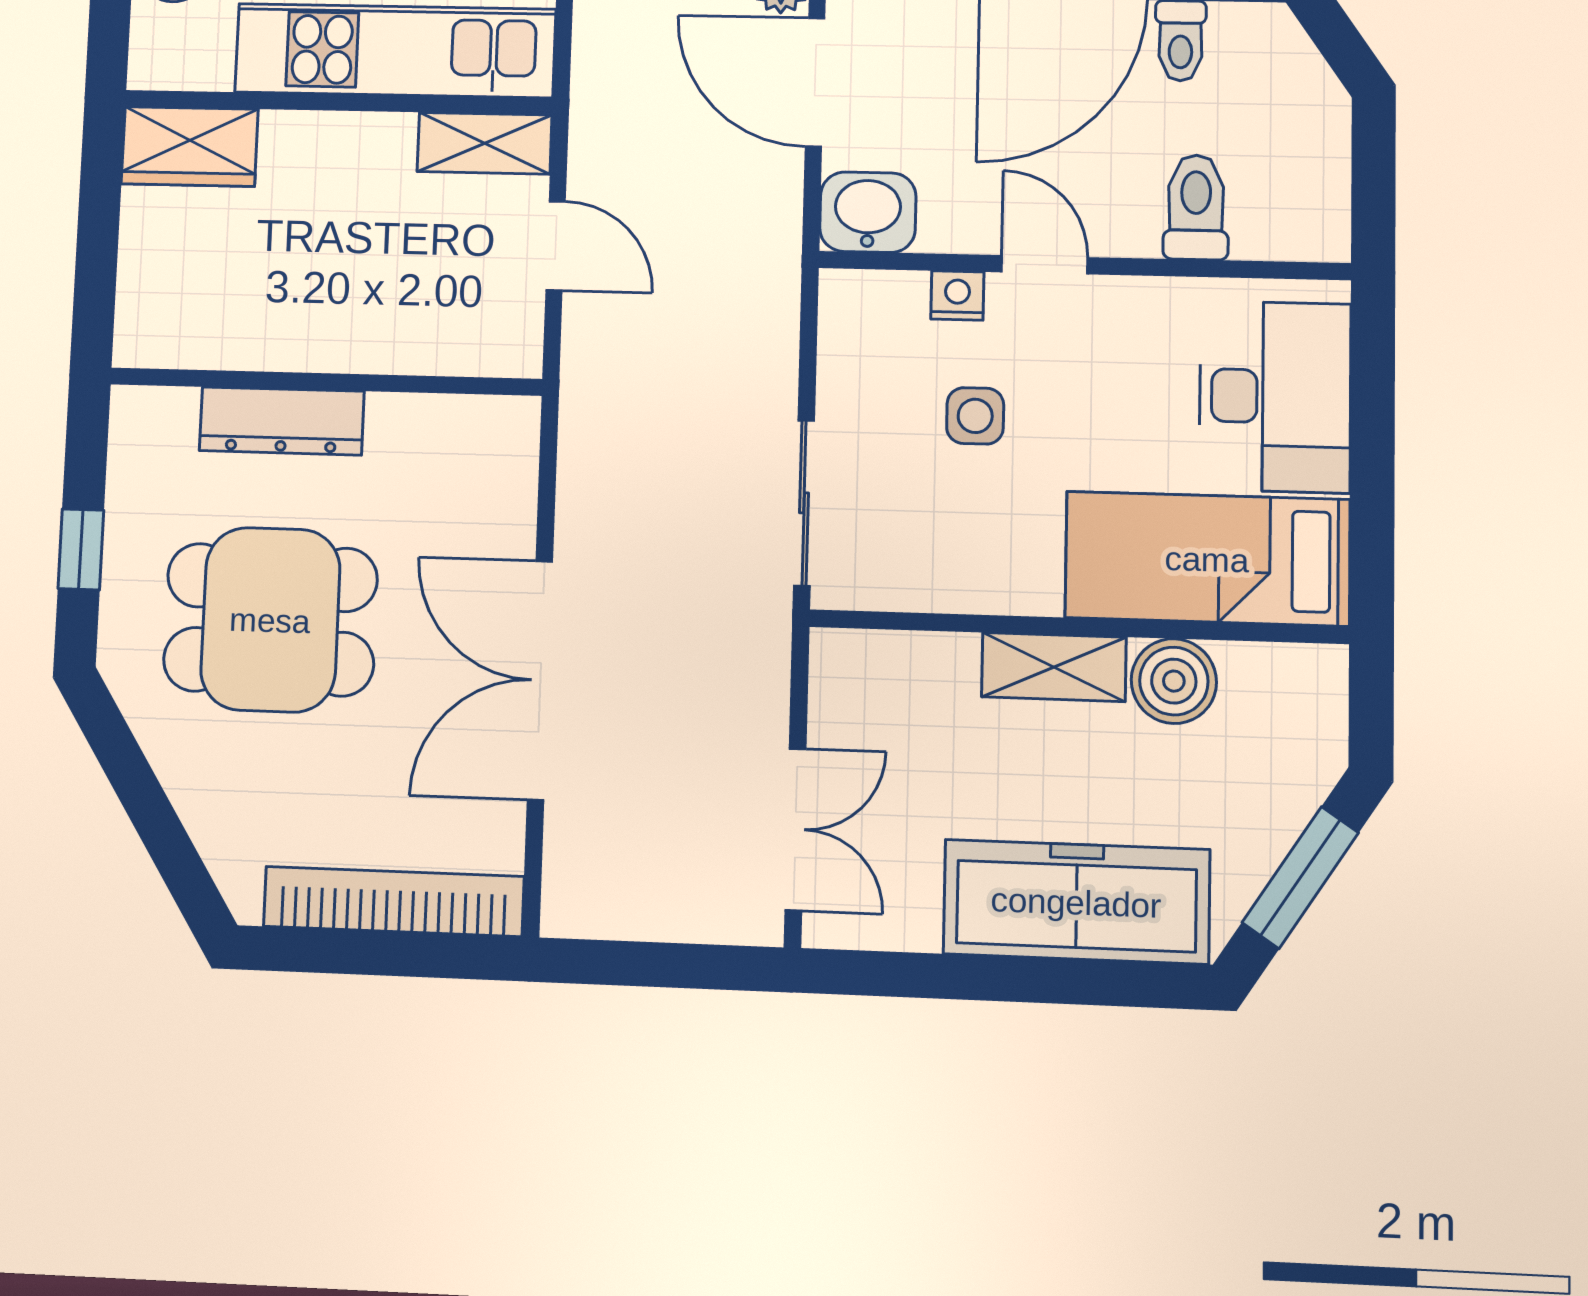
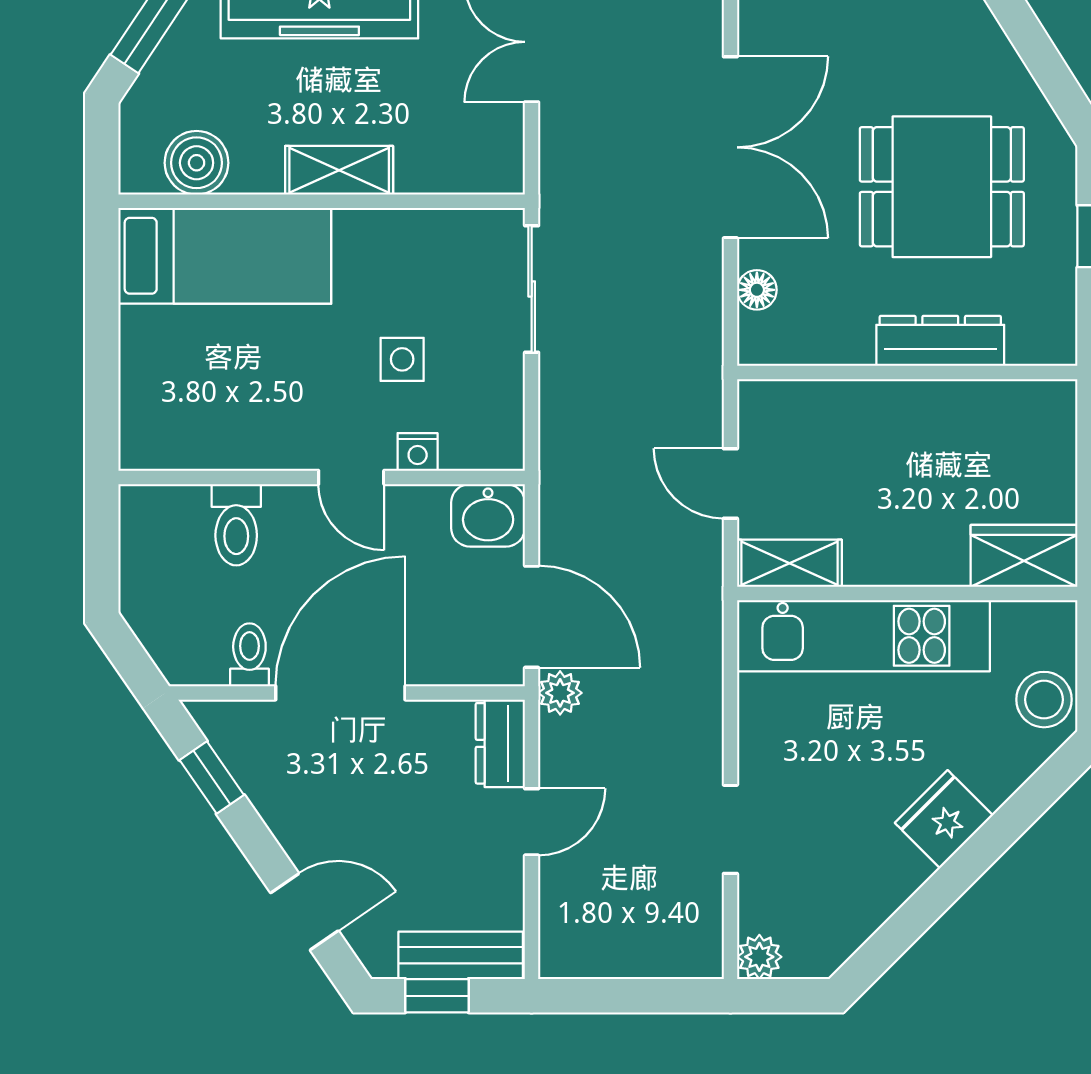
desk: (1275, 397) -> (175, 380), removed
floor lamp: (513, 493) -> (757, 290), added
boiler: (1174, 681) -> (197, 163), moved

